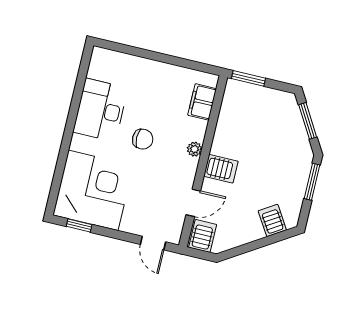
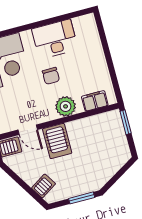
window: (308, 121) -> (119, 174), removed
plant: (194, 149) -> (66, 106), width x1.88, depth x1.88
server rack: (221, 169) -> (57, 141), width x1.36, depth x1.44

